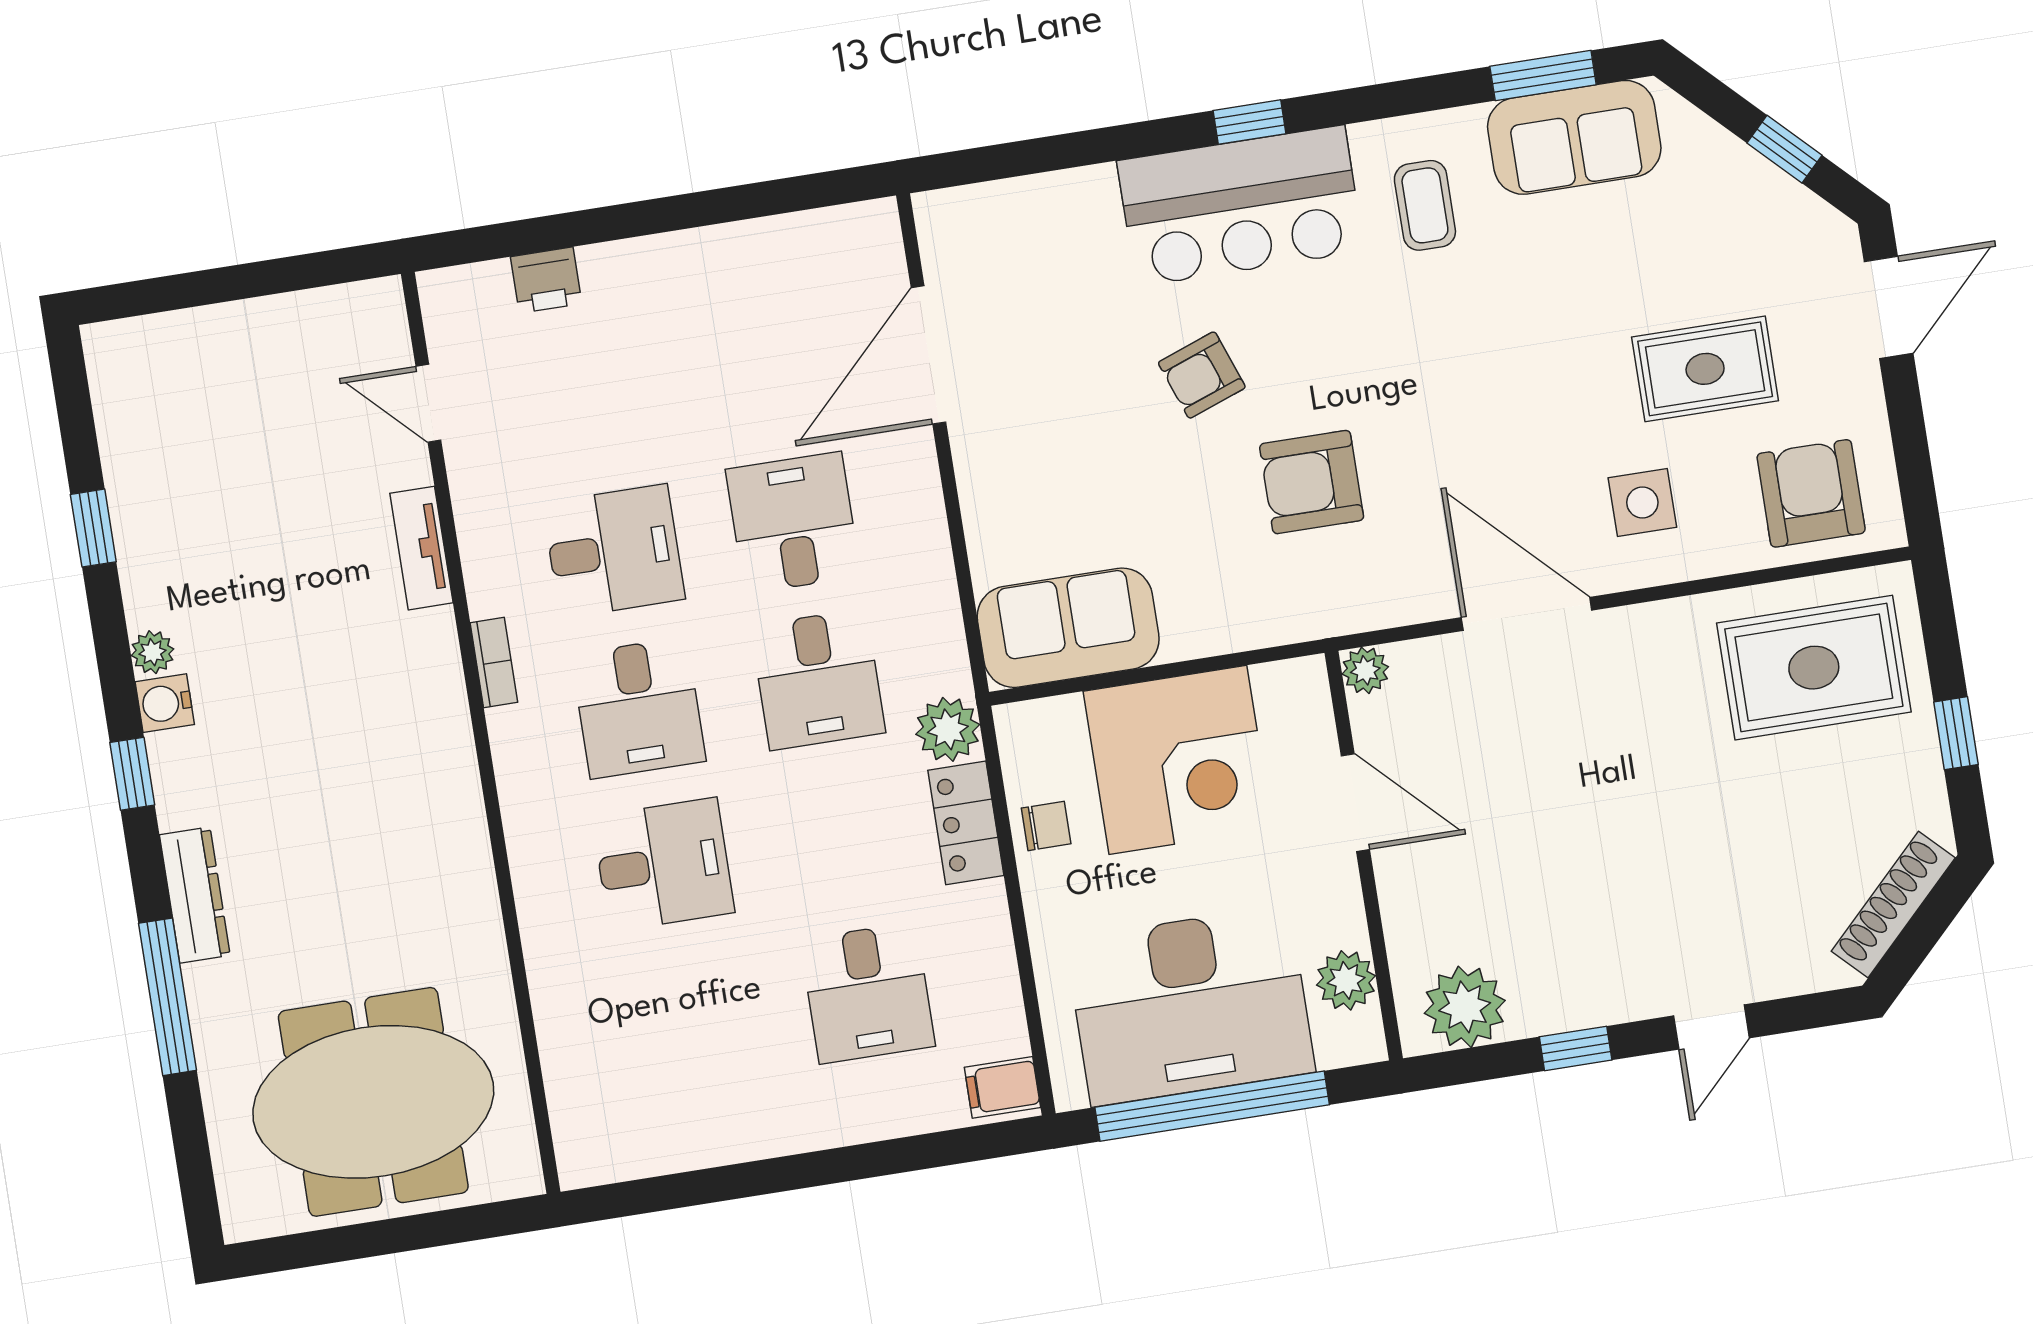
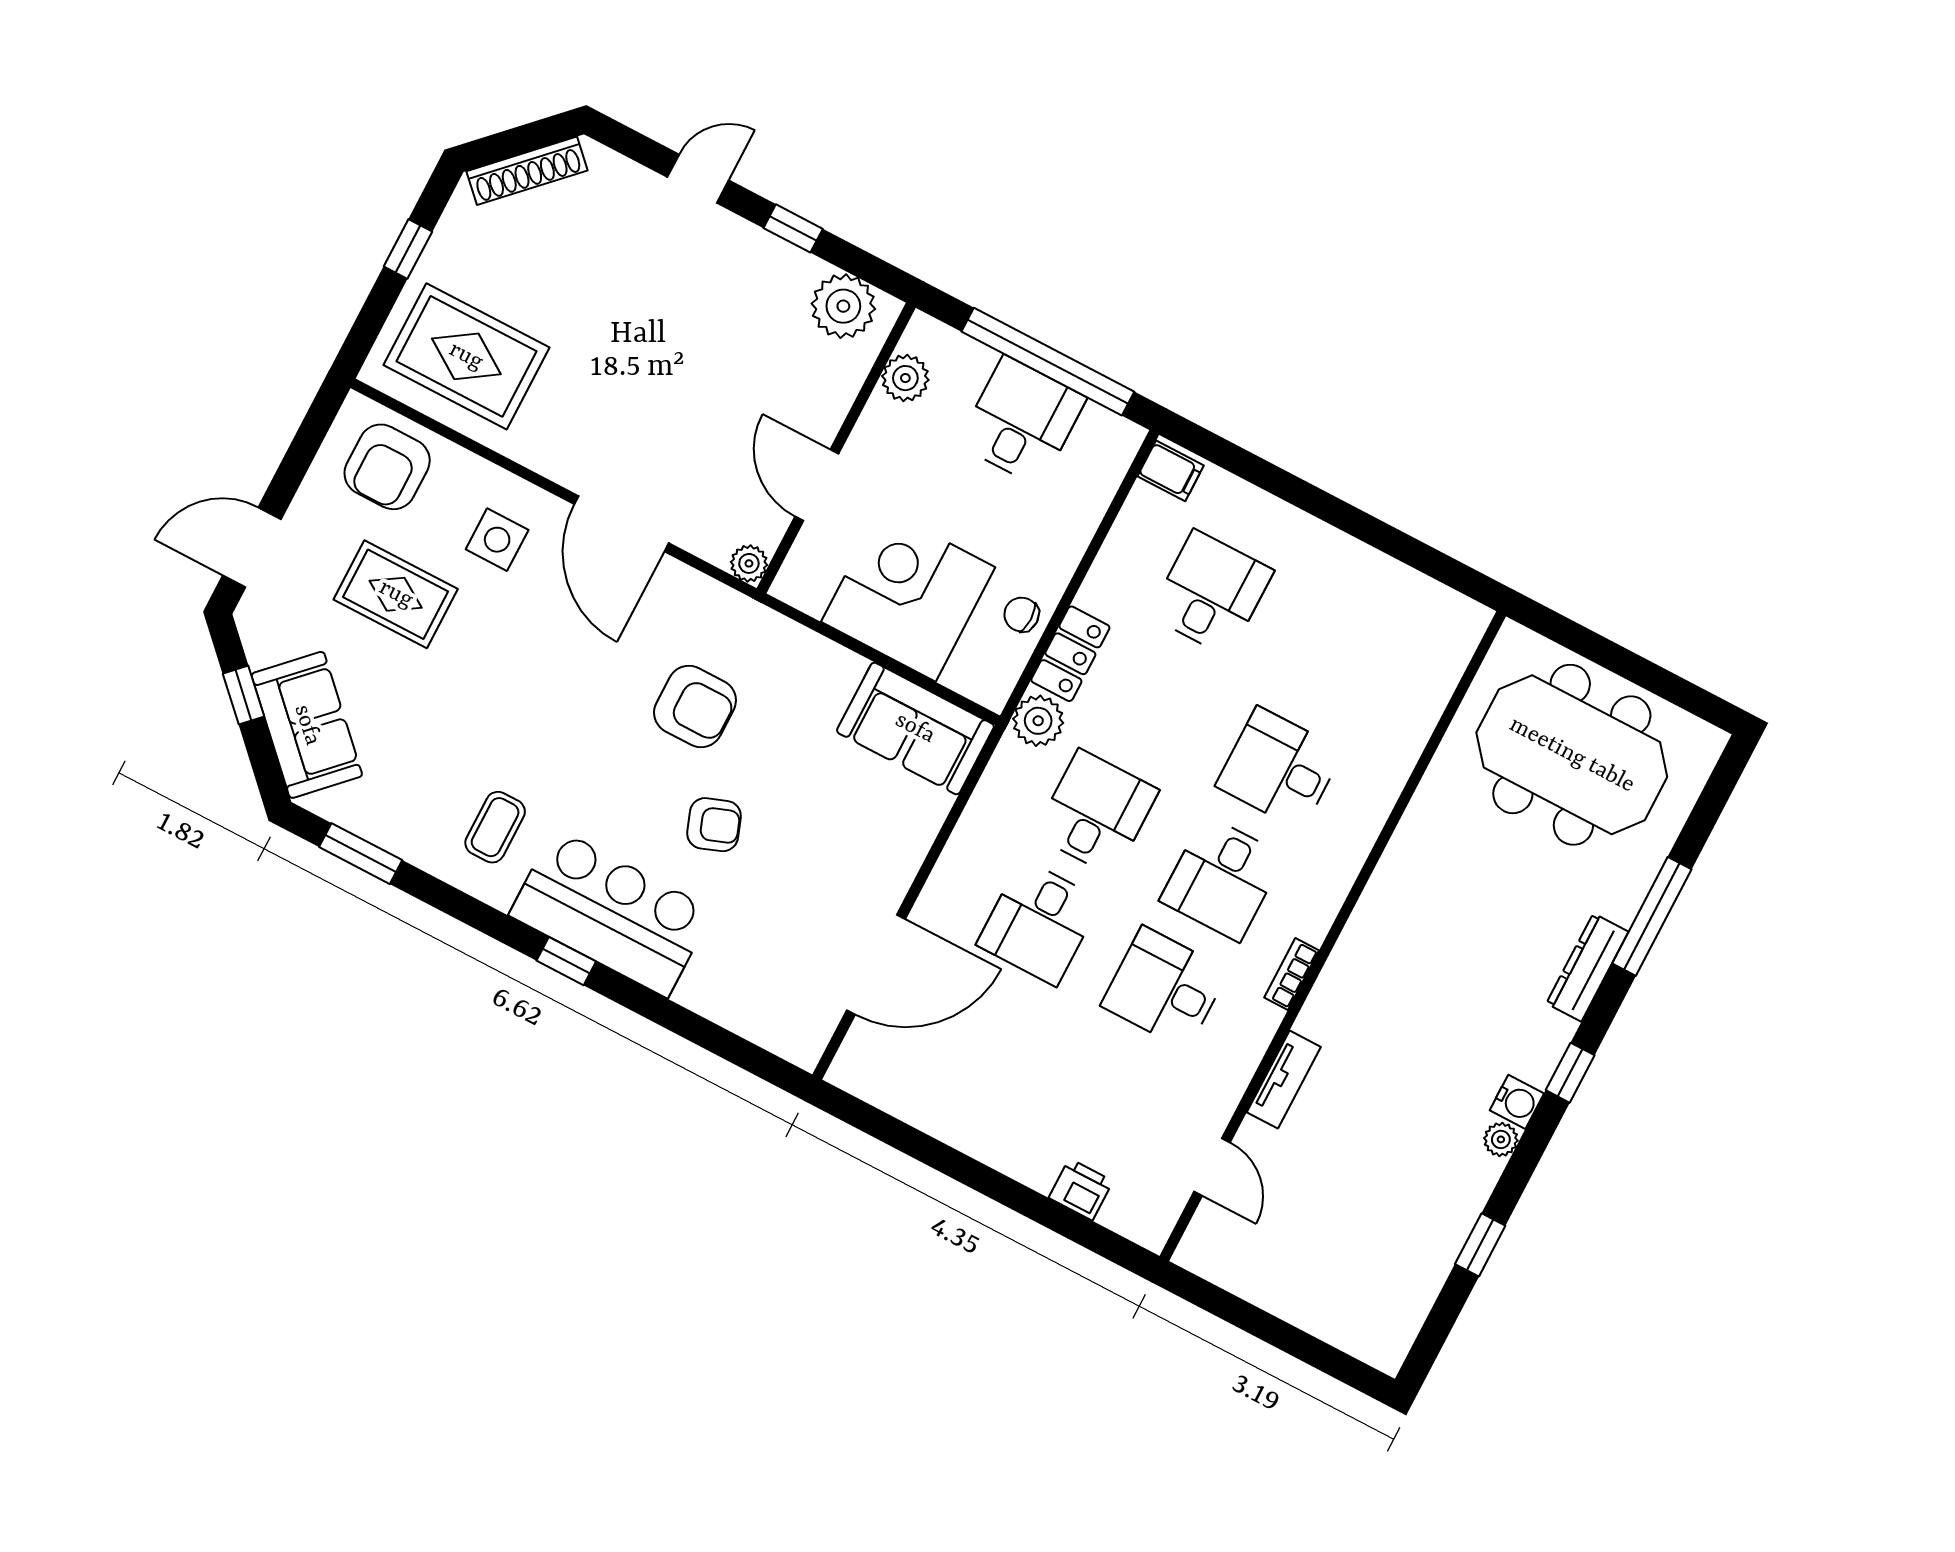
sofa: (1574, 137) -> (307, 725), moved, turned 45
desk: (639, 708) -> (1222, 878), turned 180
desk: (1190, 1006) -> (1022, 421), width x0.53, depth x0.77

